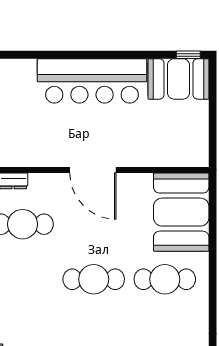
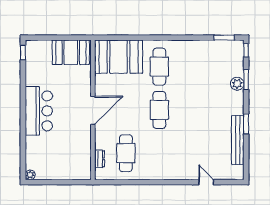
booth: (178, 79) -> (71, 52), moved, turned 90
bar counter: (92, 81) -> (39, 111), width x0.73

